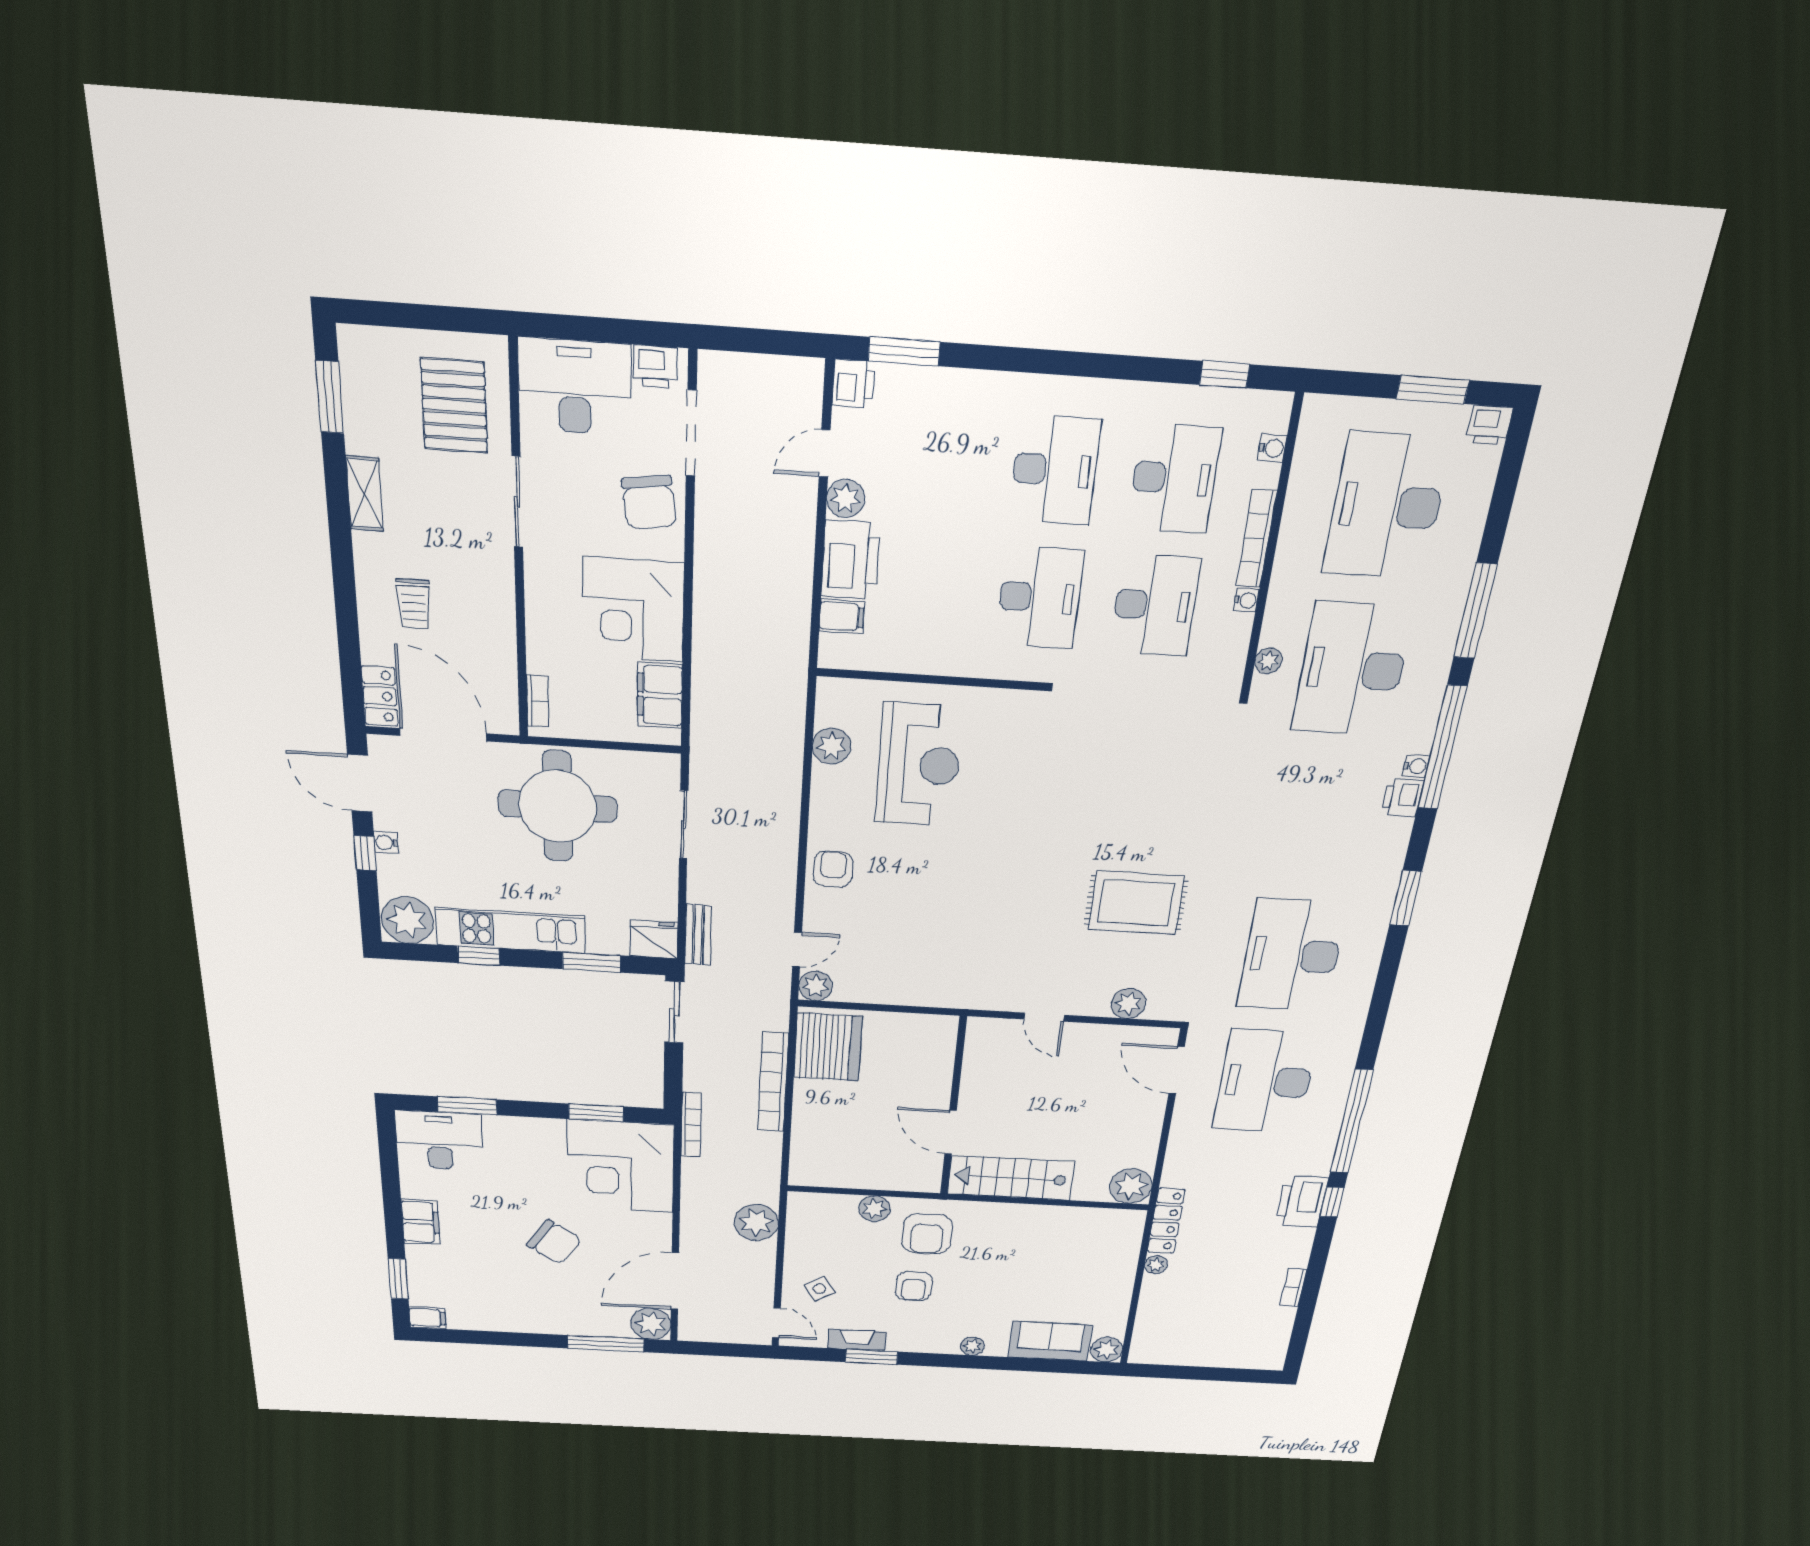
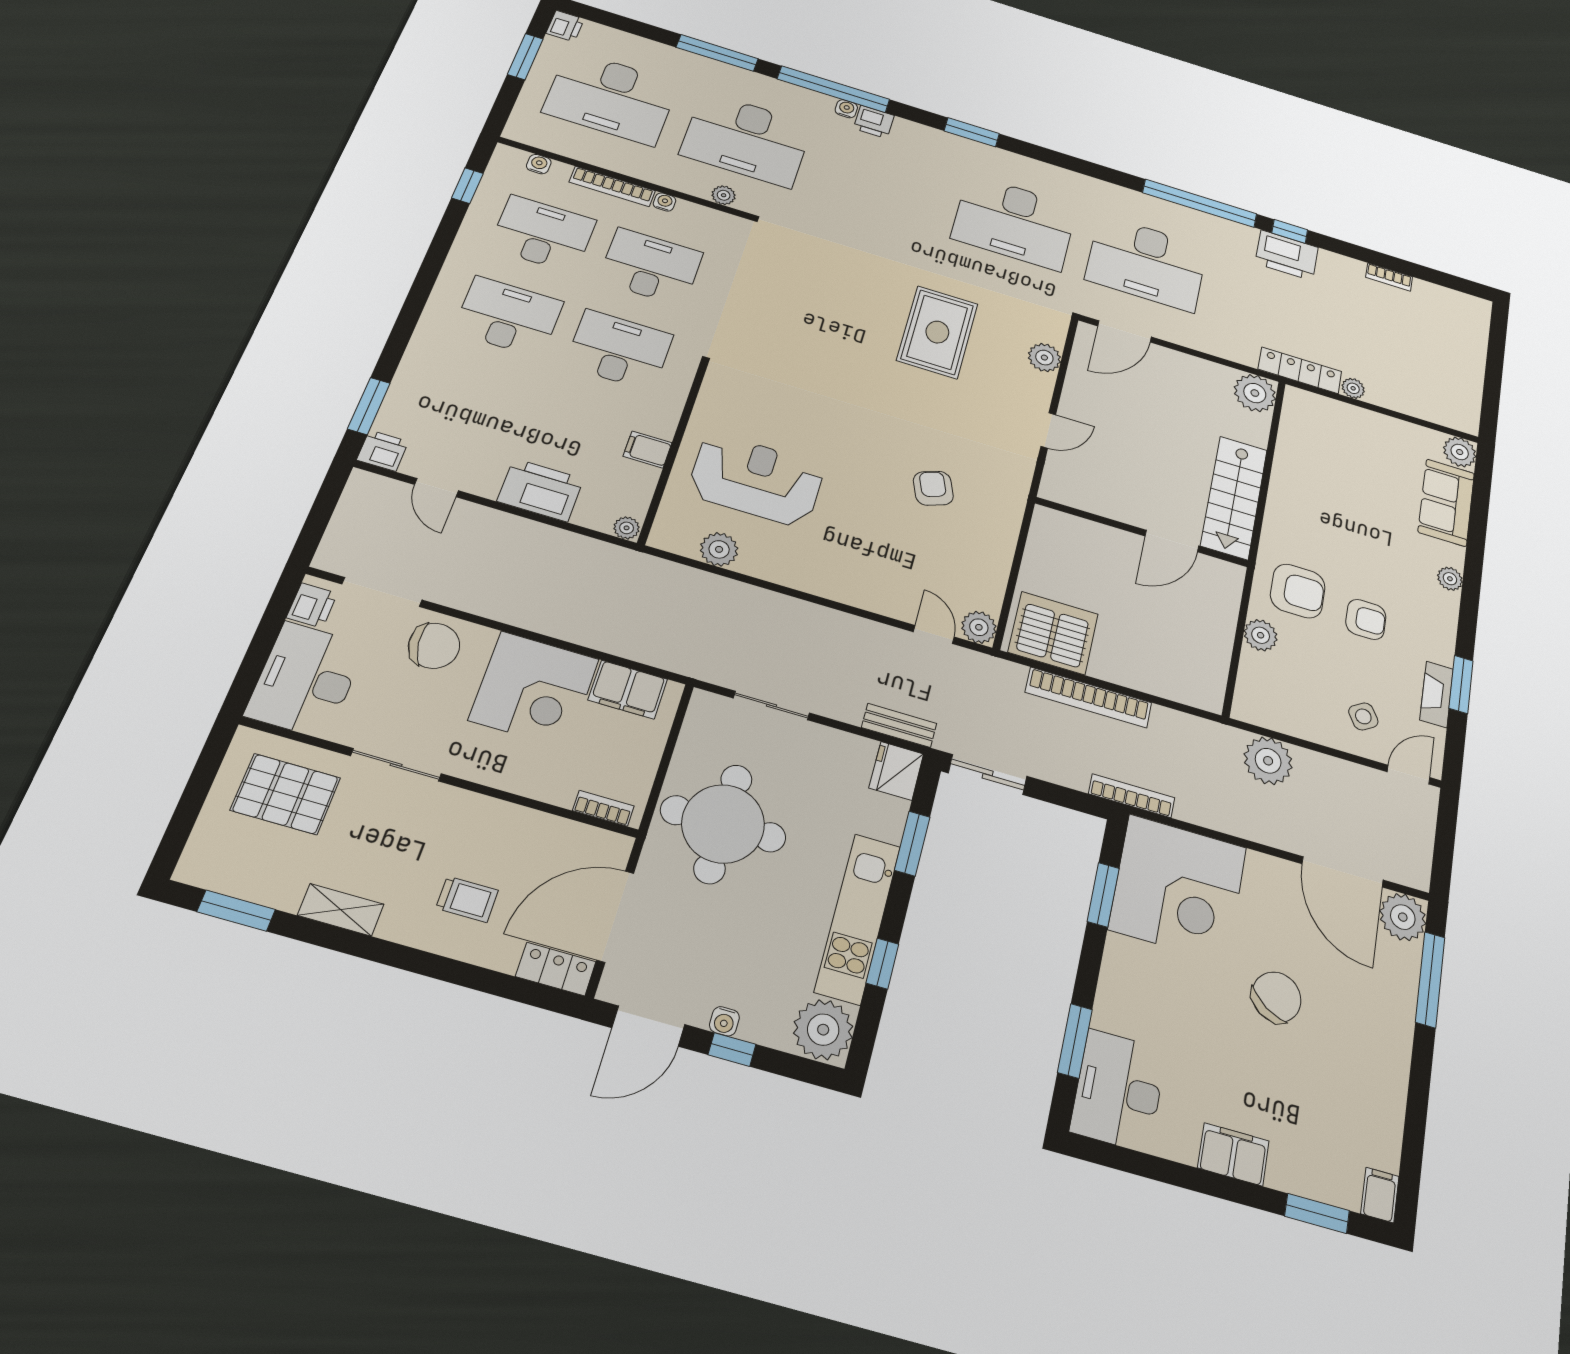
plant: (845, 498) -> (627, 528), moved, width x0.73, depth x0.73
filing cabinet: (842, 617) -> (648, 449), moved, turned -90
armchair: (833, 869) -> (933, 488), moved, turned 69

